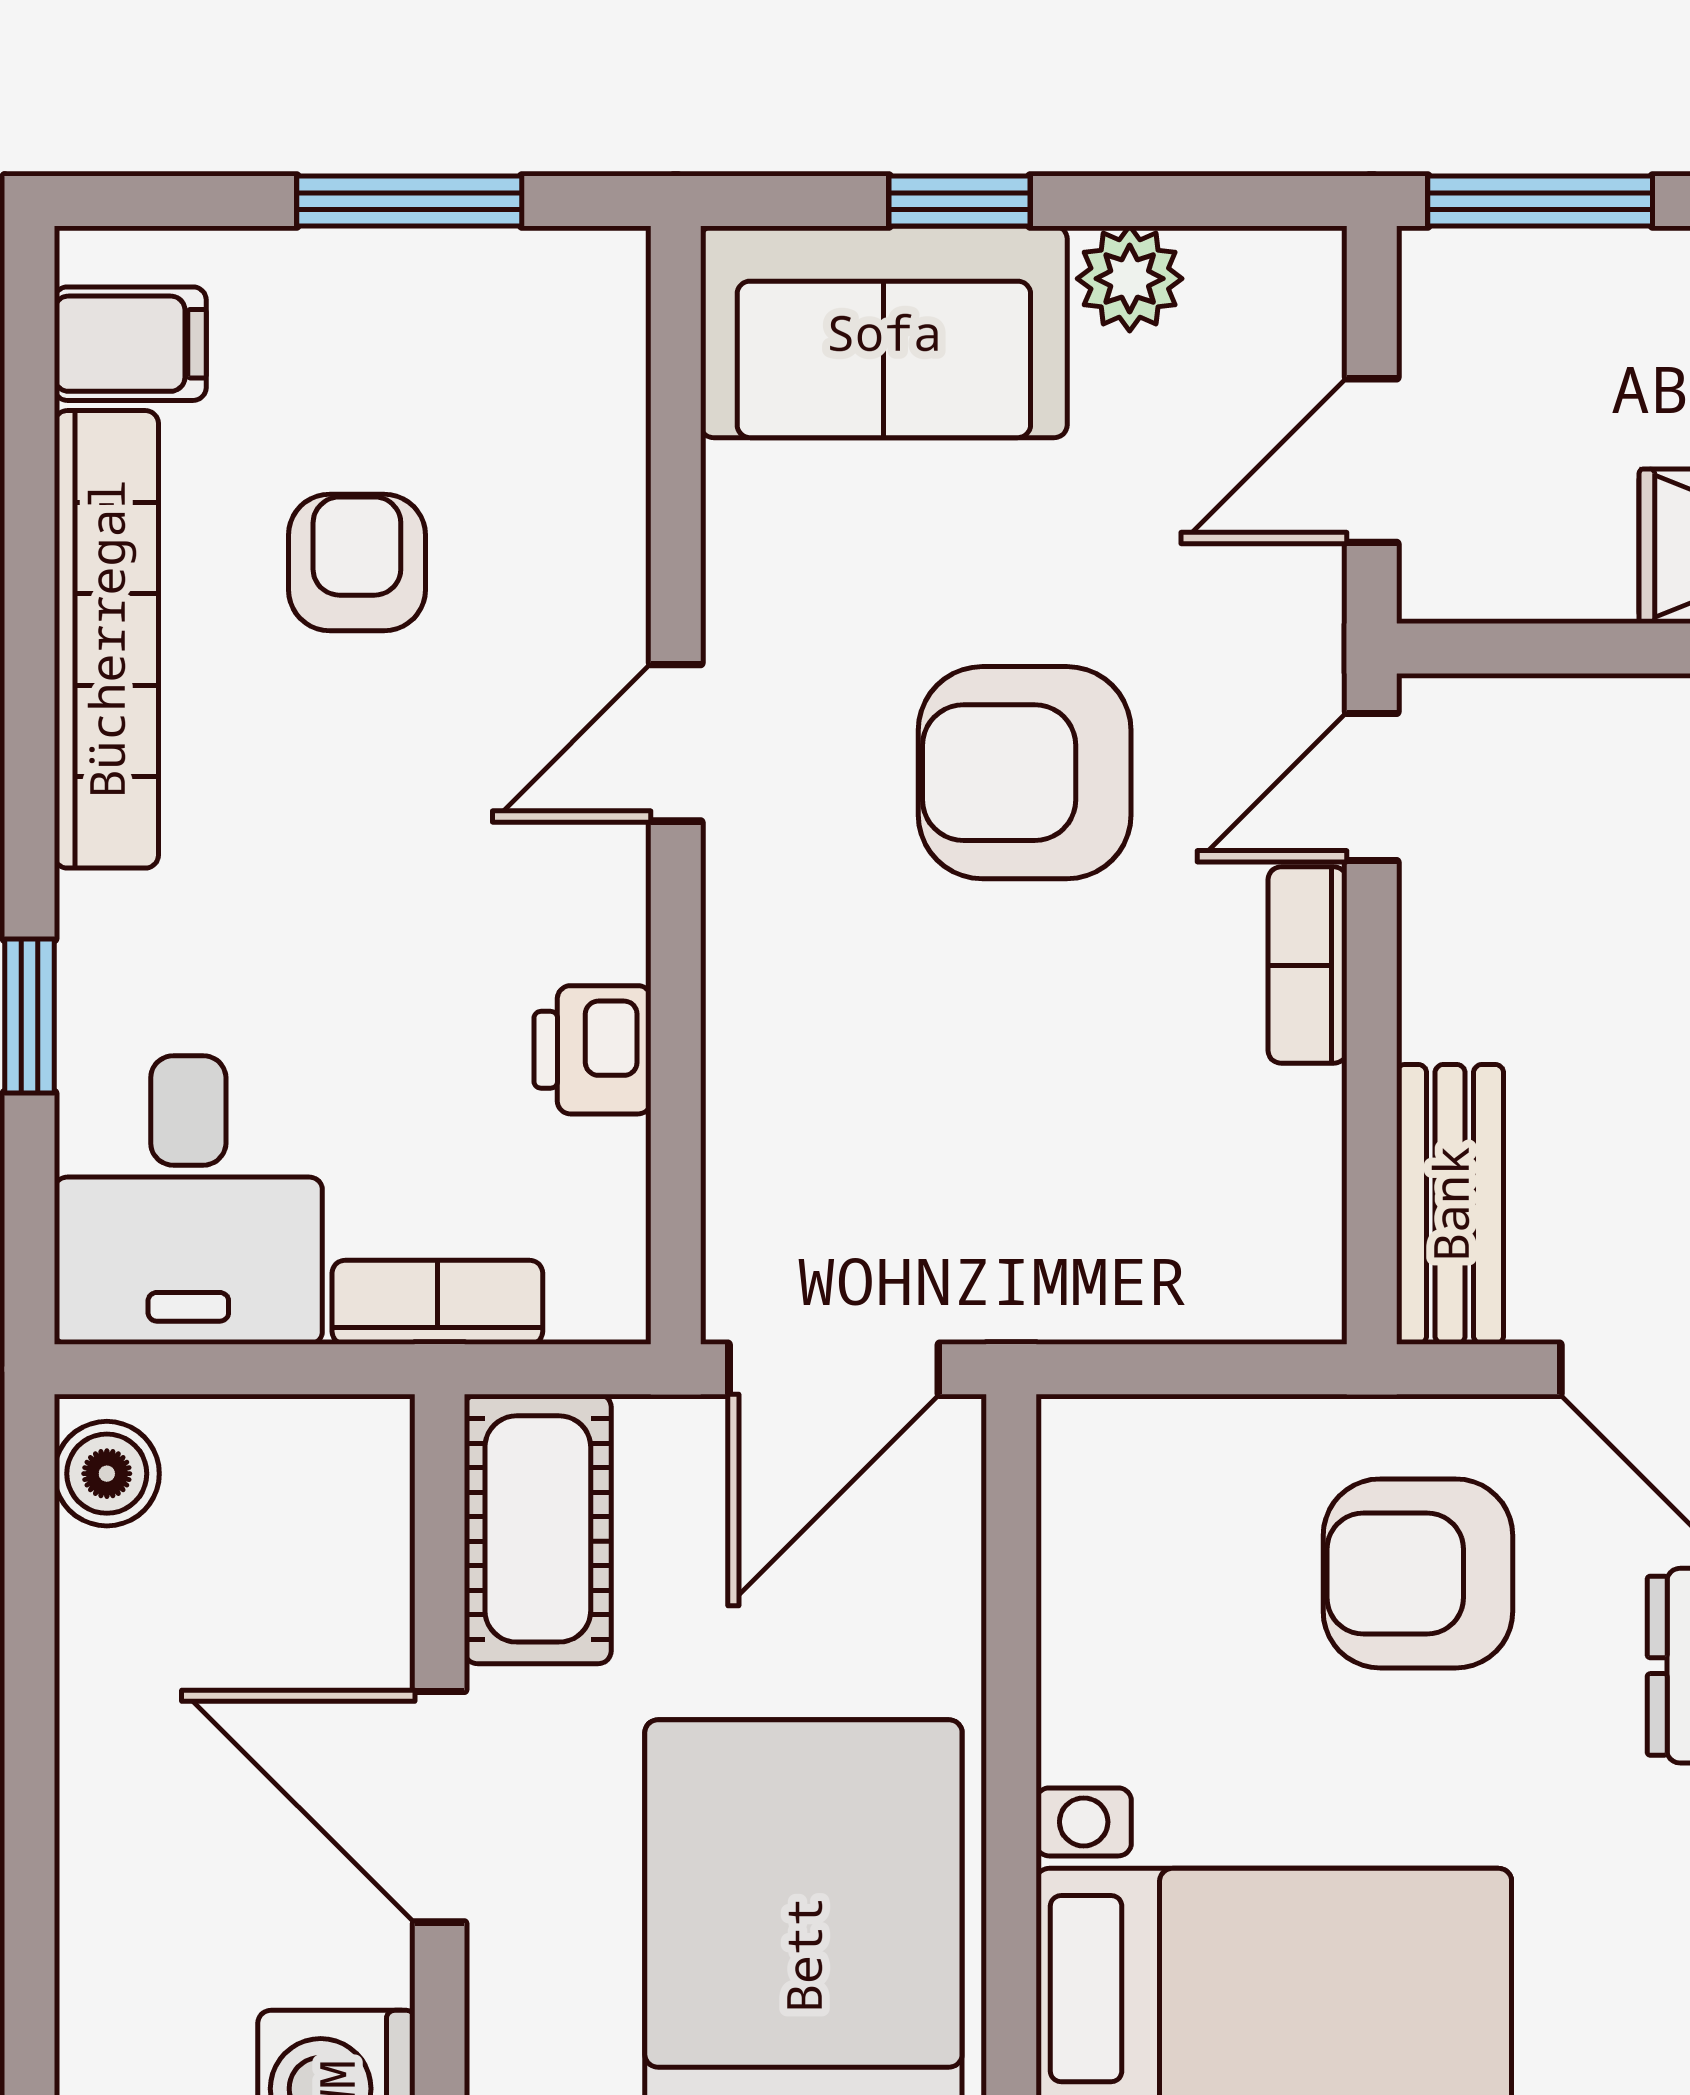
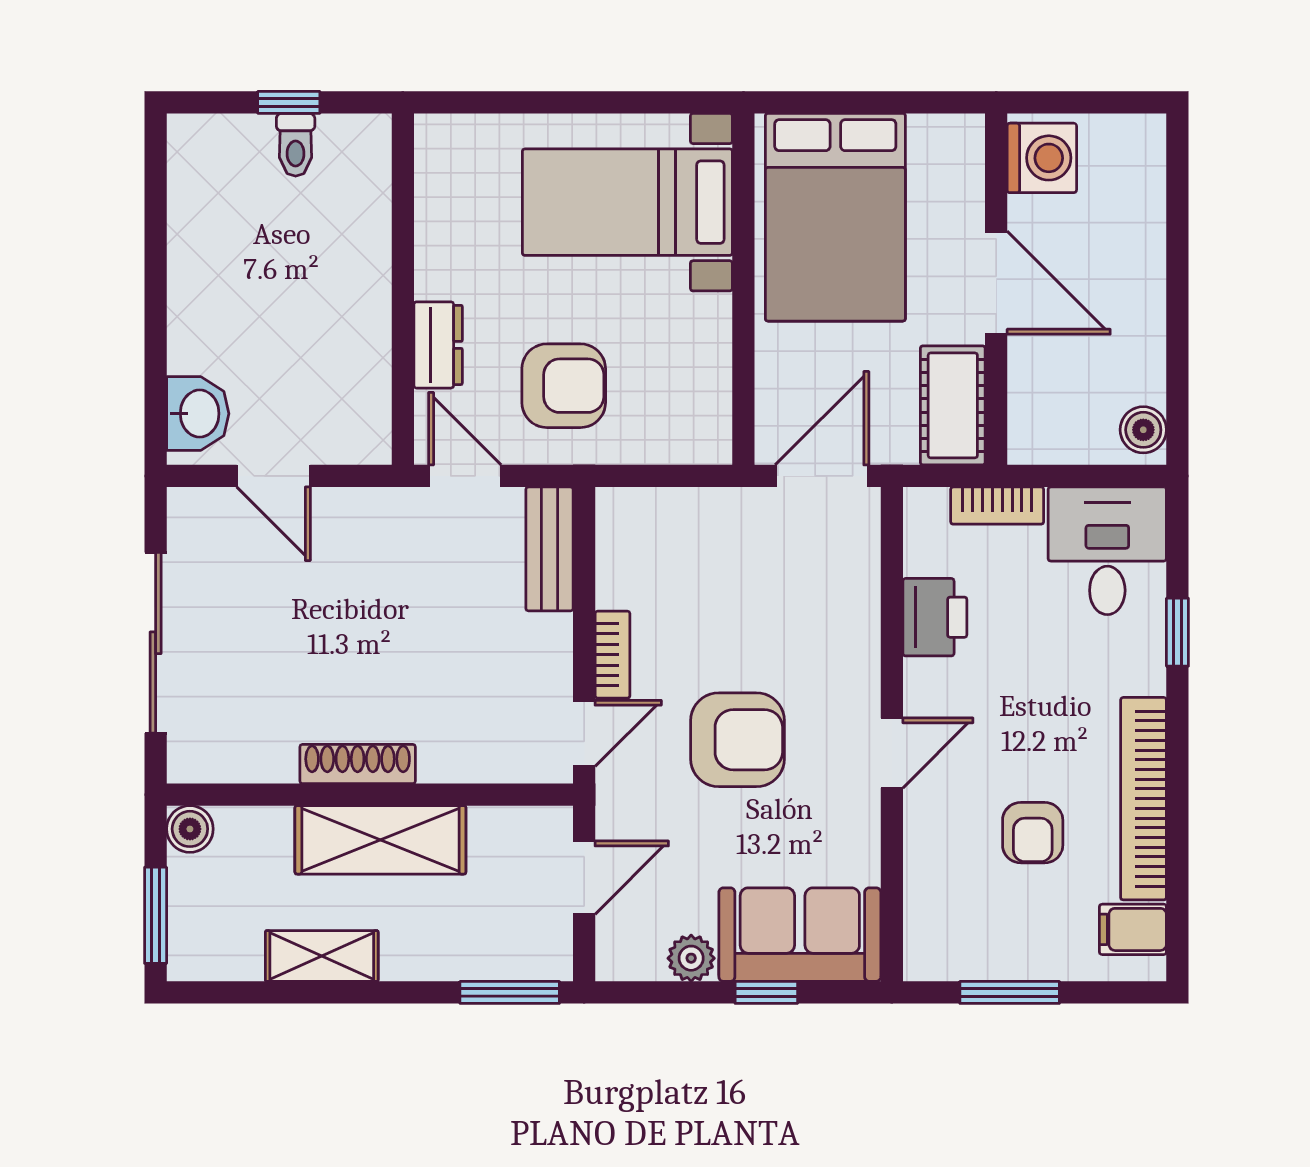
printer: (592, 1050) -> (935, 617), width x1.36, depth x1.24

